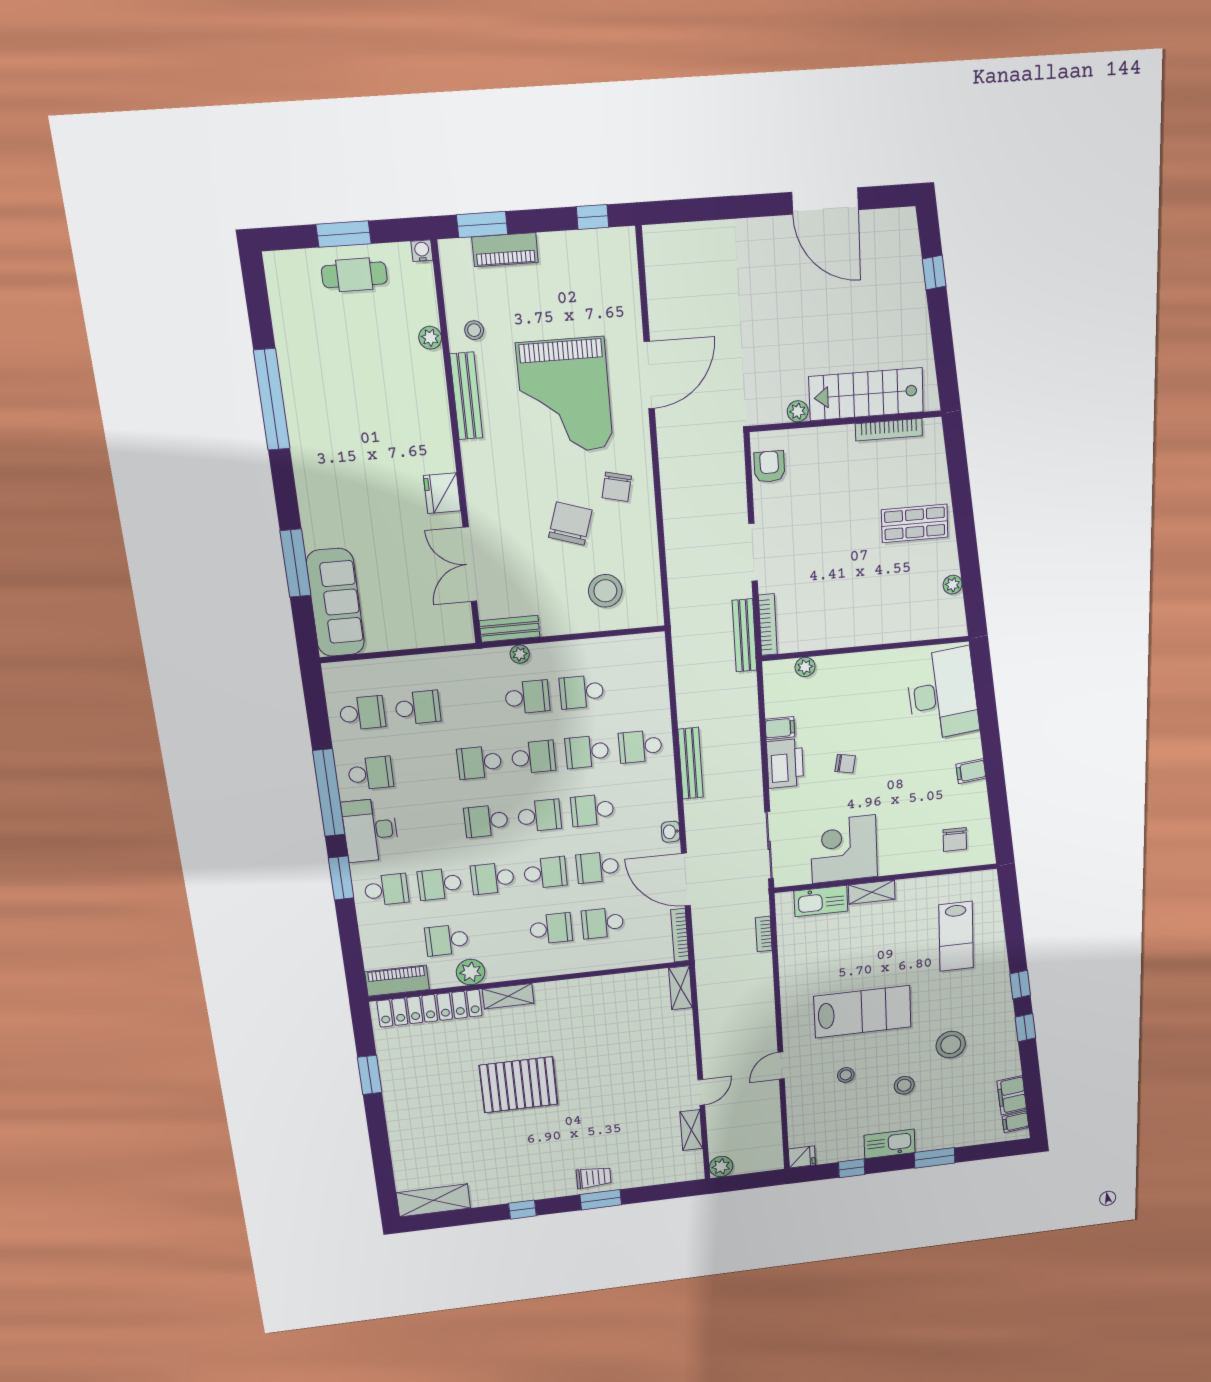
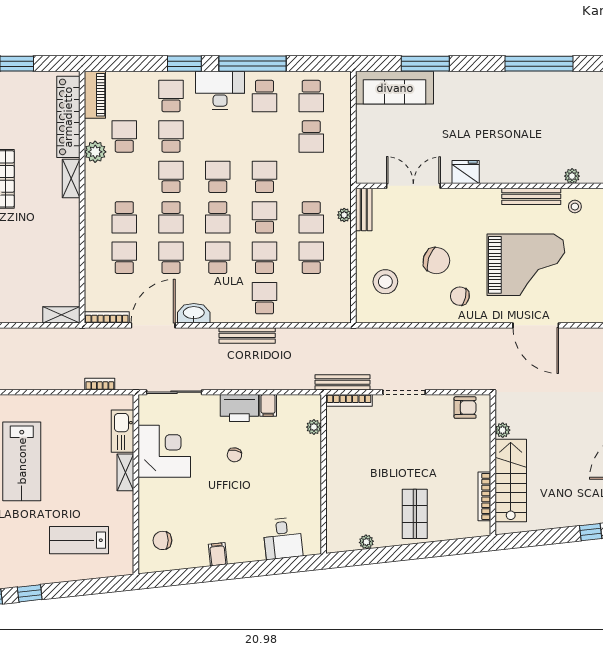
grand piano: (565, 396) -> (526, 265), turned 180
desk: (942, 694) -> (283, 538), width x0.53, depth x0.77
school desk: (533, 757) -> (264, 217), turned 180
washbasin: (671, 832) -> (194, 313), width x1.91, depth x1.45
school desk: (386, 890) -> (171, 96), turned 180

